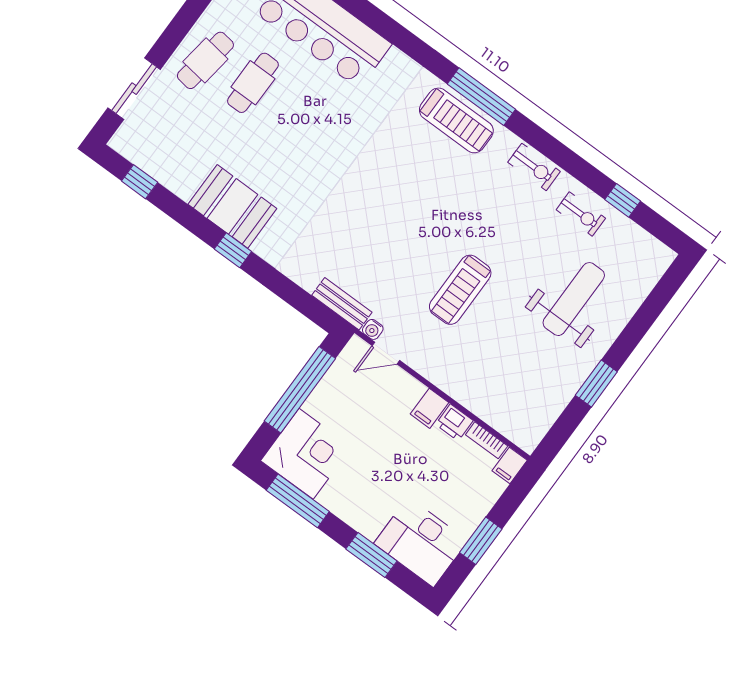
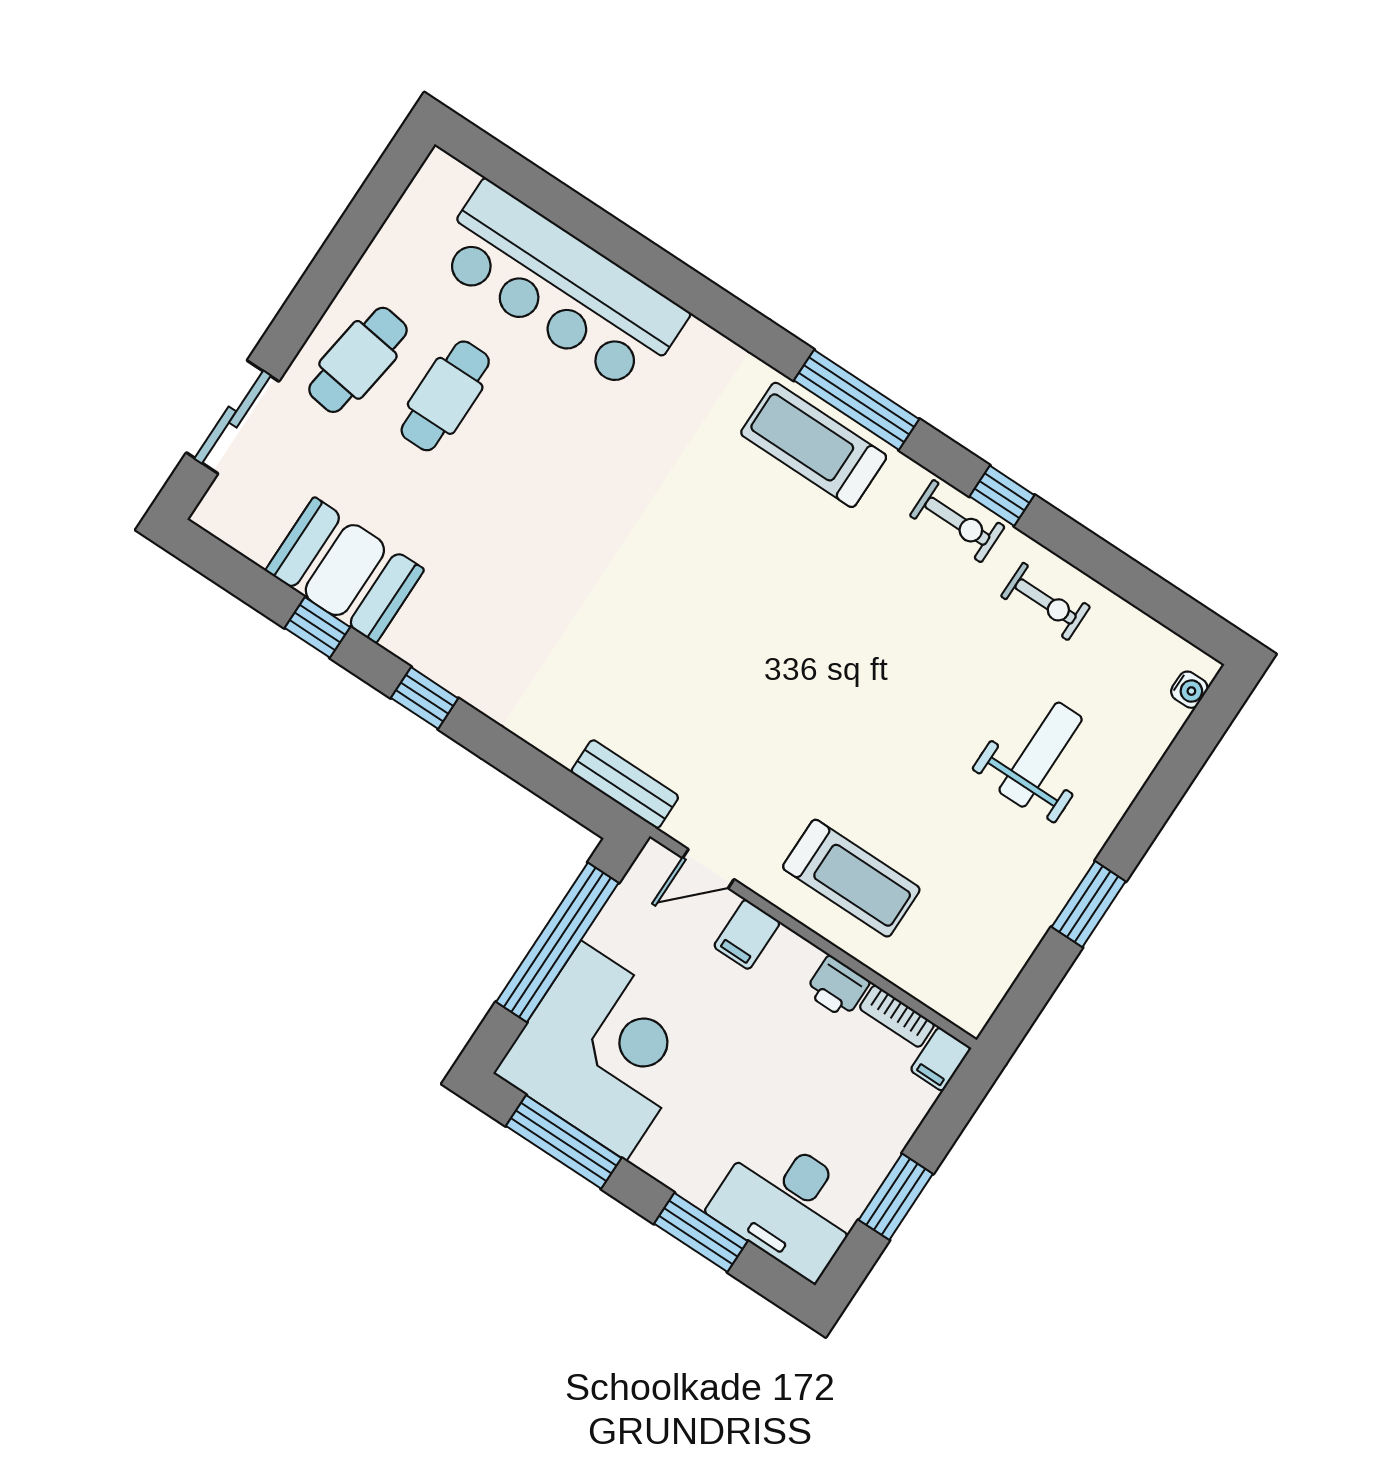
treadmill: (456, 120) -> (814, 445), turned 180
window: (140, 182) -> (317, 627), moved
window: (623, 200) -> (1002, 496), moved
booth: (232, 206) -> (345, 570), moved
treadmill: (460, 290) -> (851, 878), moved, turned -90
weight bench: (574, 299) -> (1041, 755), width x0.73, depth x0.75
water cooler: (373, 329) -> (1189, 690), moved, turned -90
filing cabinet: (429, 408) -> (747, 934), moved
corner desk: (306, 454) -> (604, 1051), width x1.36, depth x1.36

